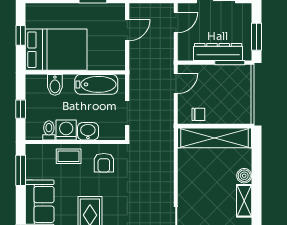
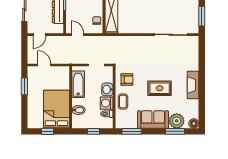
door: (176, 22) -> (39, 35), swing flipped

